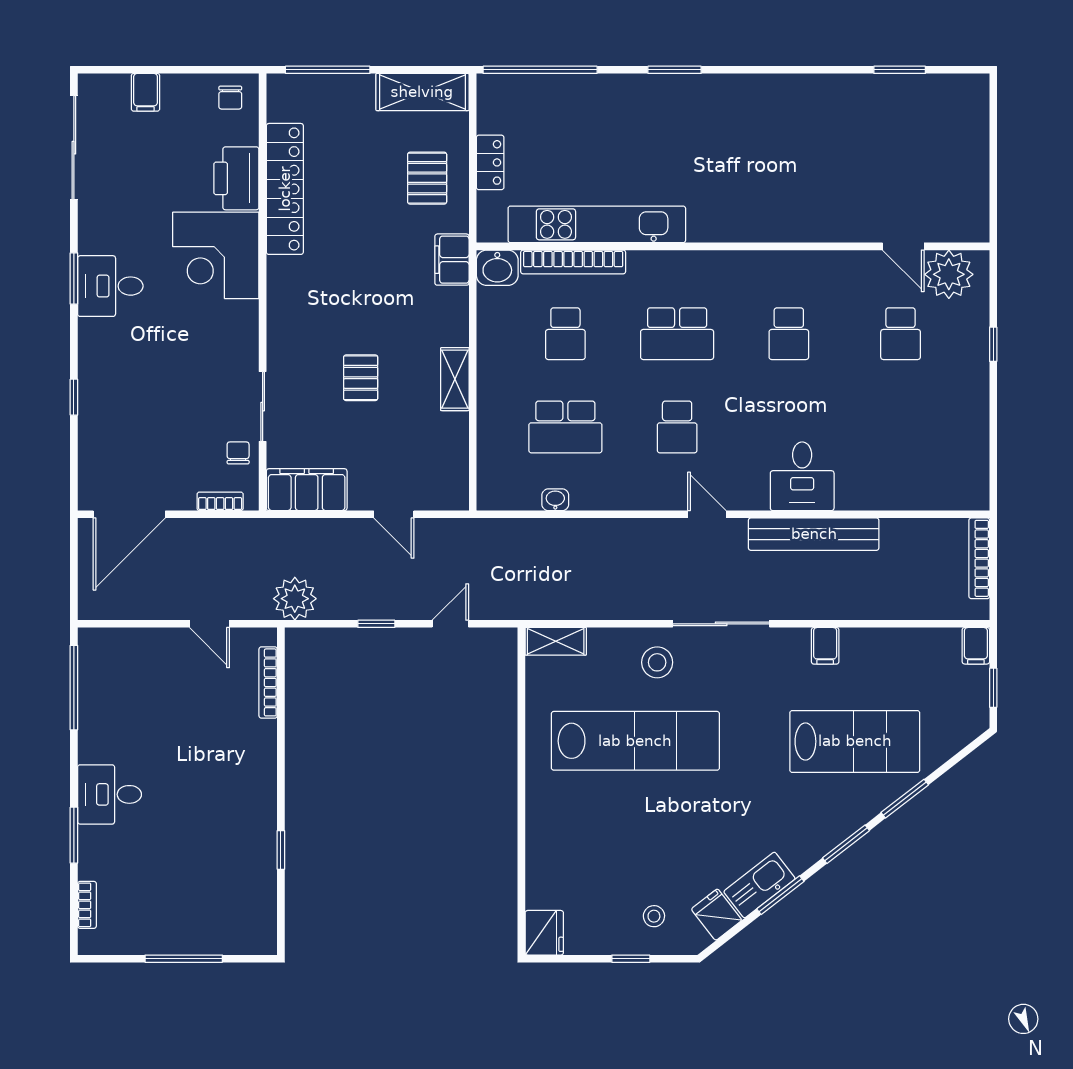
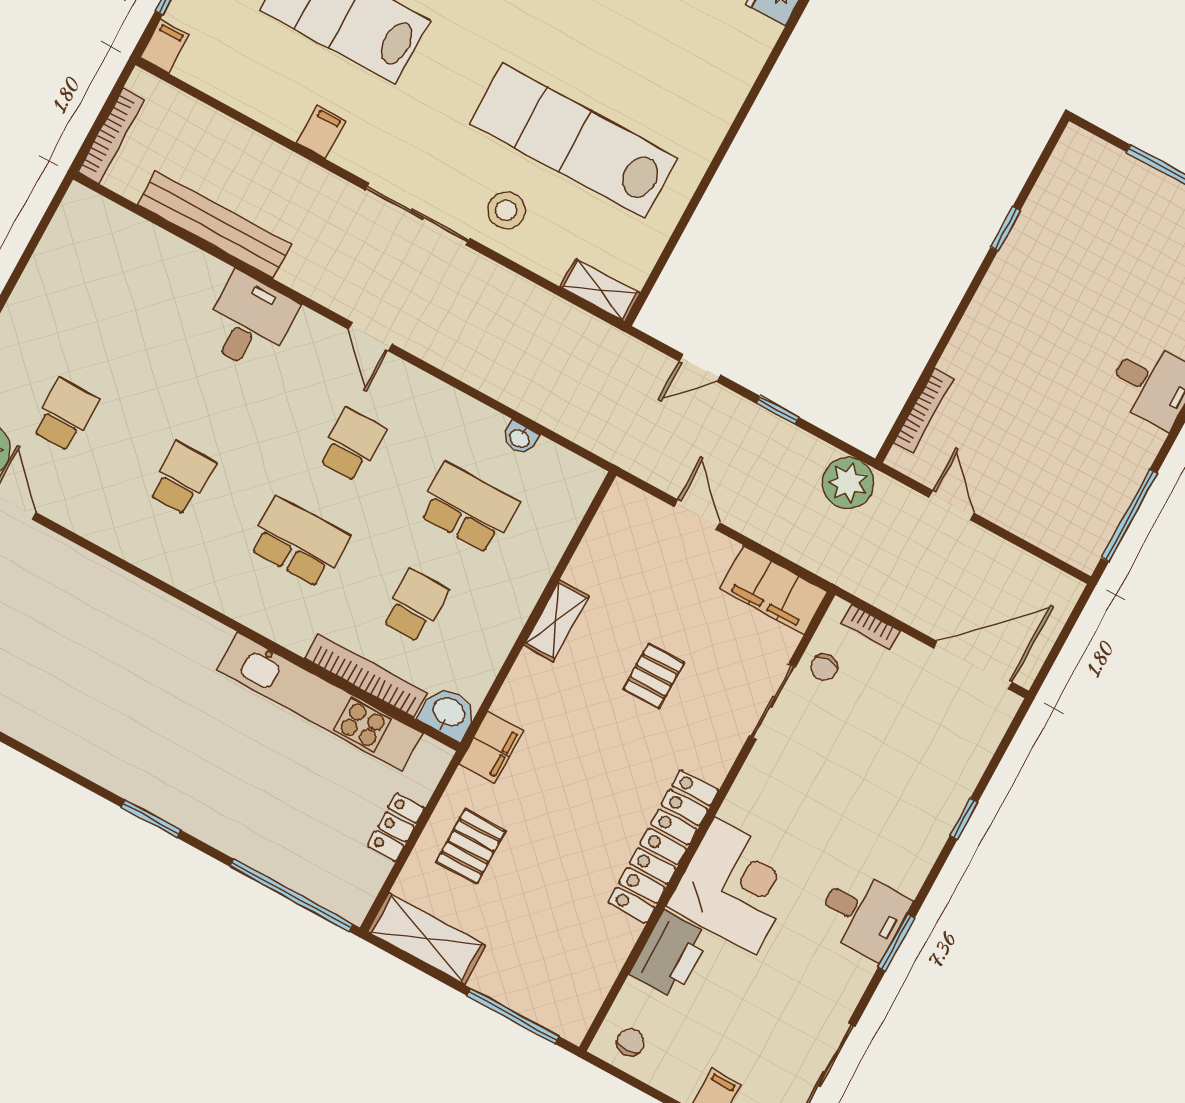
locker: (285, 189) -> (663, 846), moved
bench: (814, 534) -> (214, 225), moved

